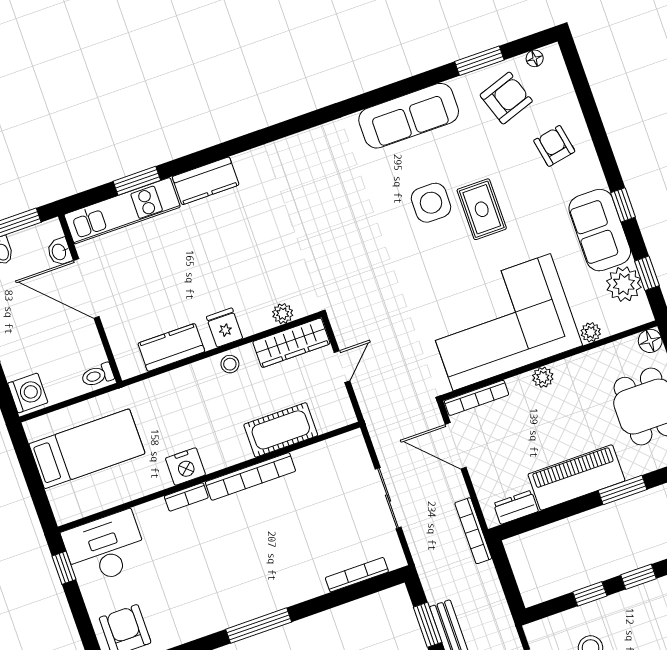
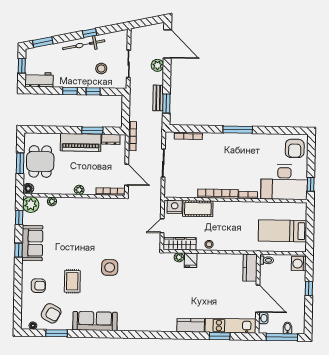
armchair: (506, 98) -> (51, 313), turned -133
armchair: (554, 146) -> (38, 286), turned -79
side table: (431, 203) -> (110, 267), moved
rug: (482, 209) -> (72, 281), moved
plant: (624, 284) -> (31, 205), moved
corner sofa: (502, 322) -> (88, 220), removed
fridge: (224, 328) -> (191, 260), moved
kitchen counter: (171, 347) -> (250, 268), moved, turned 90
nightstand: (185, 466) -> (175, 207), moved
window: (623, 490) -> (92, 130), moved
desk: (105, 548) -> (284, 182), width x1.36, depth x1.30

